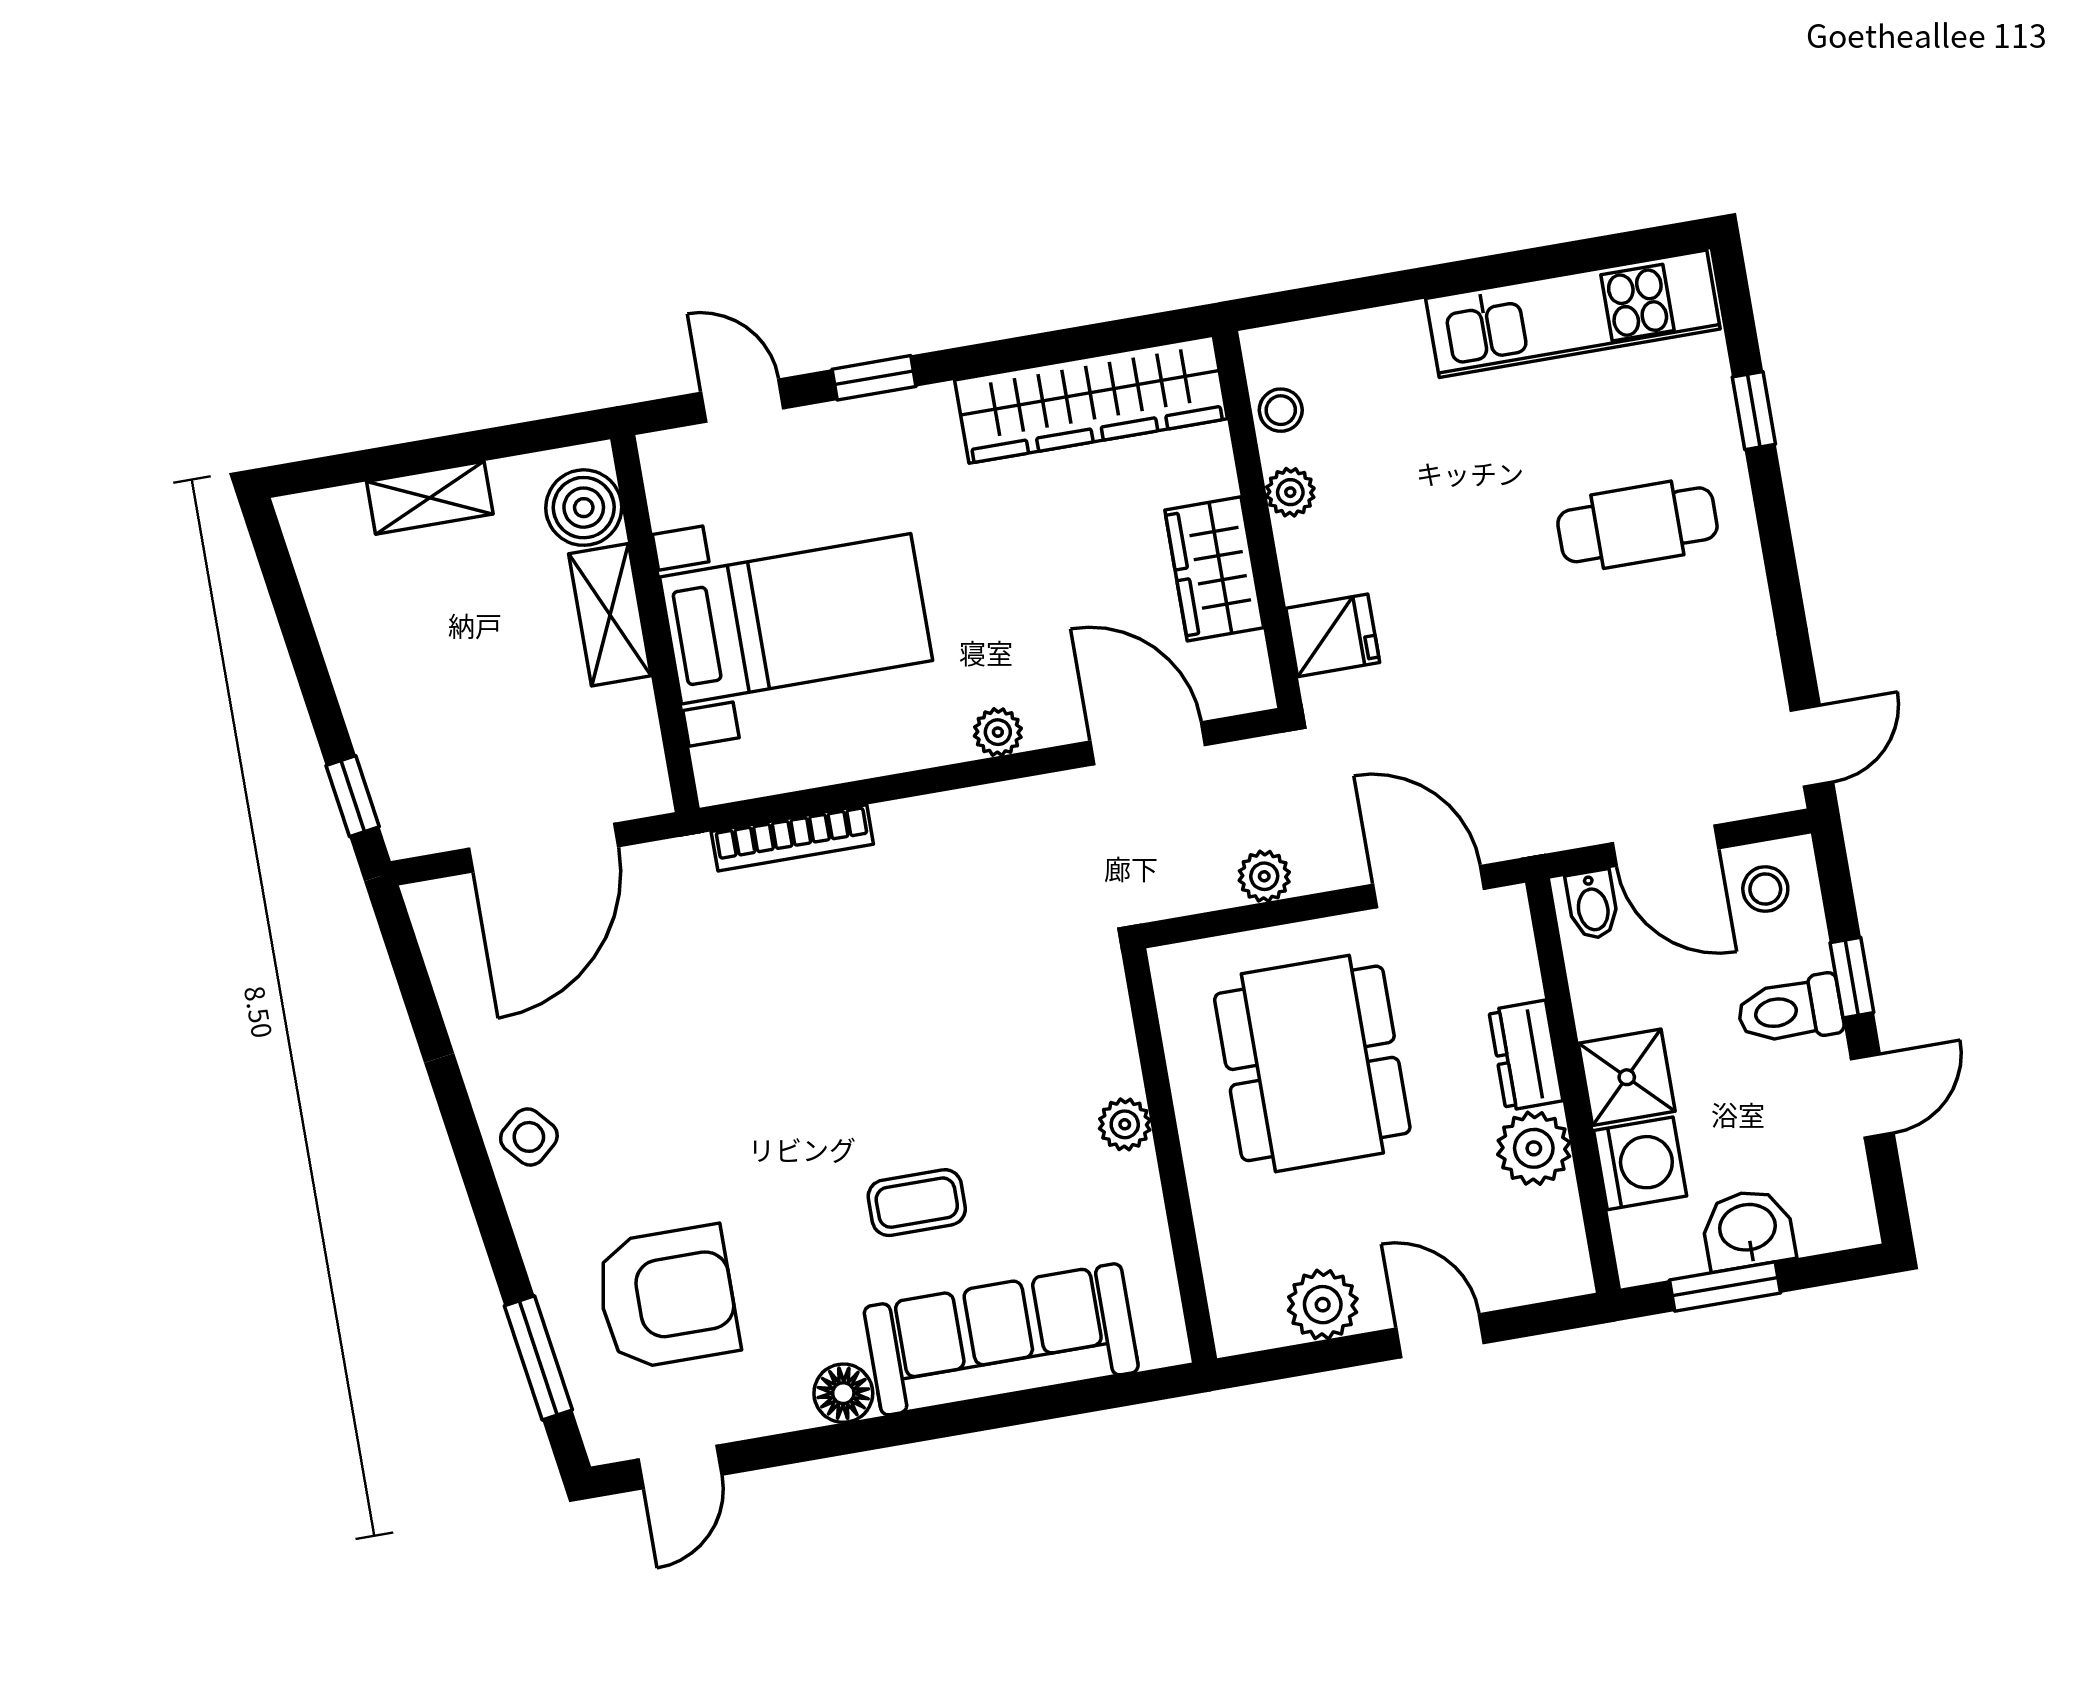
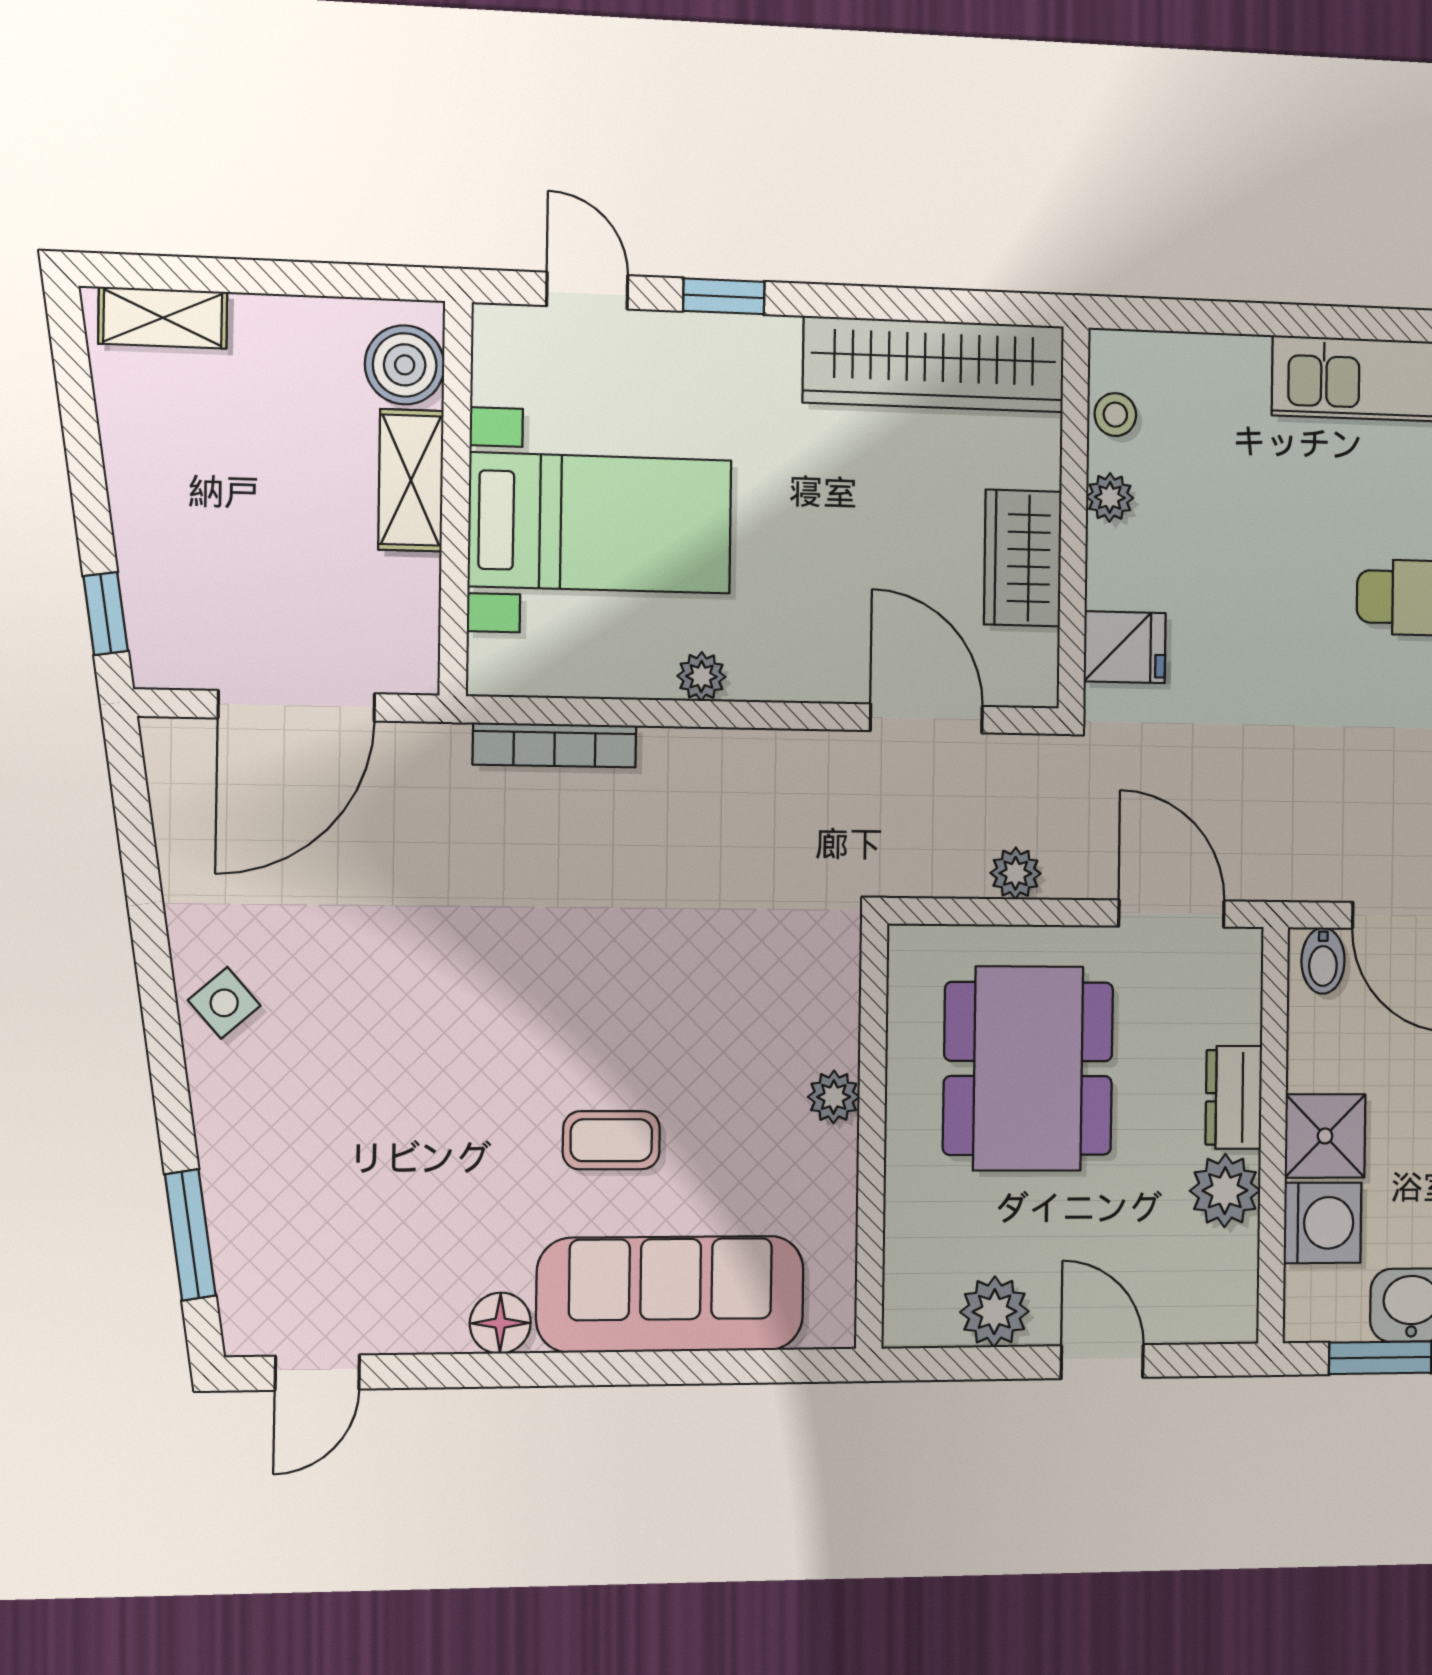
shelving: (430, 498) -> (163, 318), moved
plant: (998, 732) -> (701, 676), moved
armchair: (667, 1297) -> (337, 1194), removed

